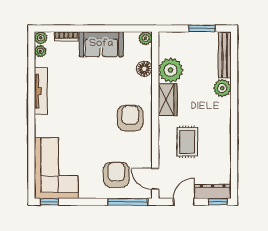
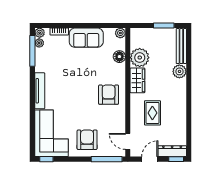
window: (31, 61) -> (32, 51), added
tv unit: (41, 91) -> (40, 91), moved
armchair: (116, 175) -> (87, 140), moved

